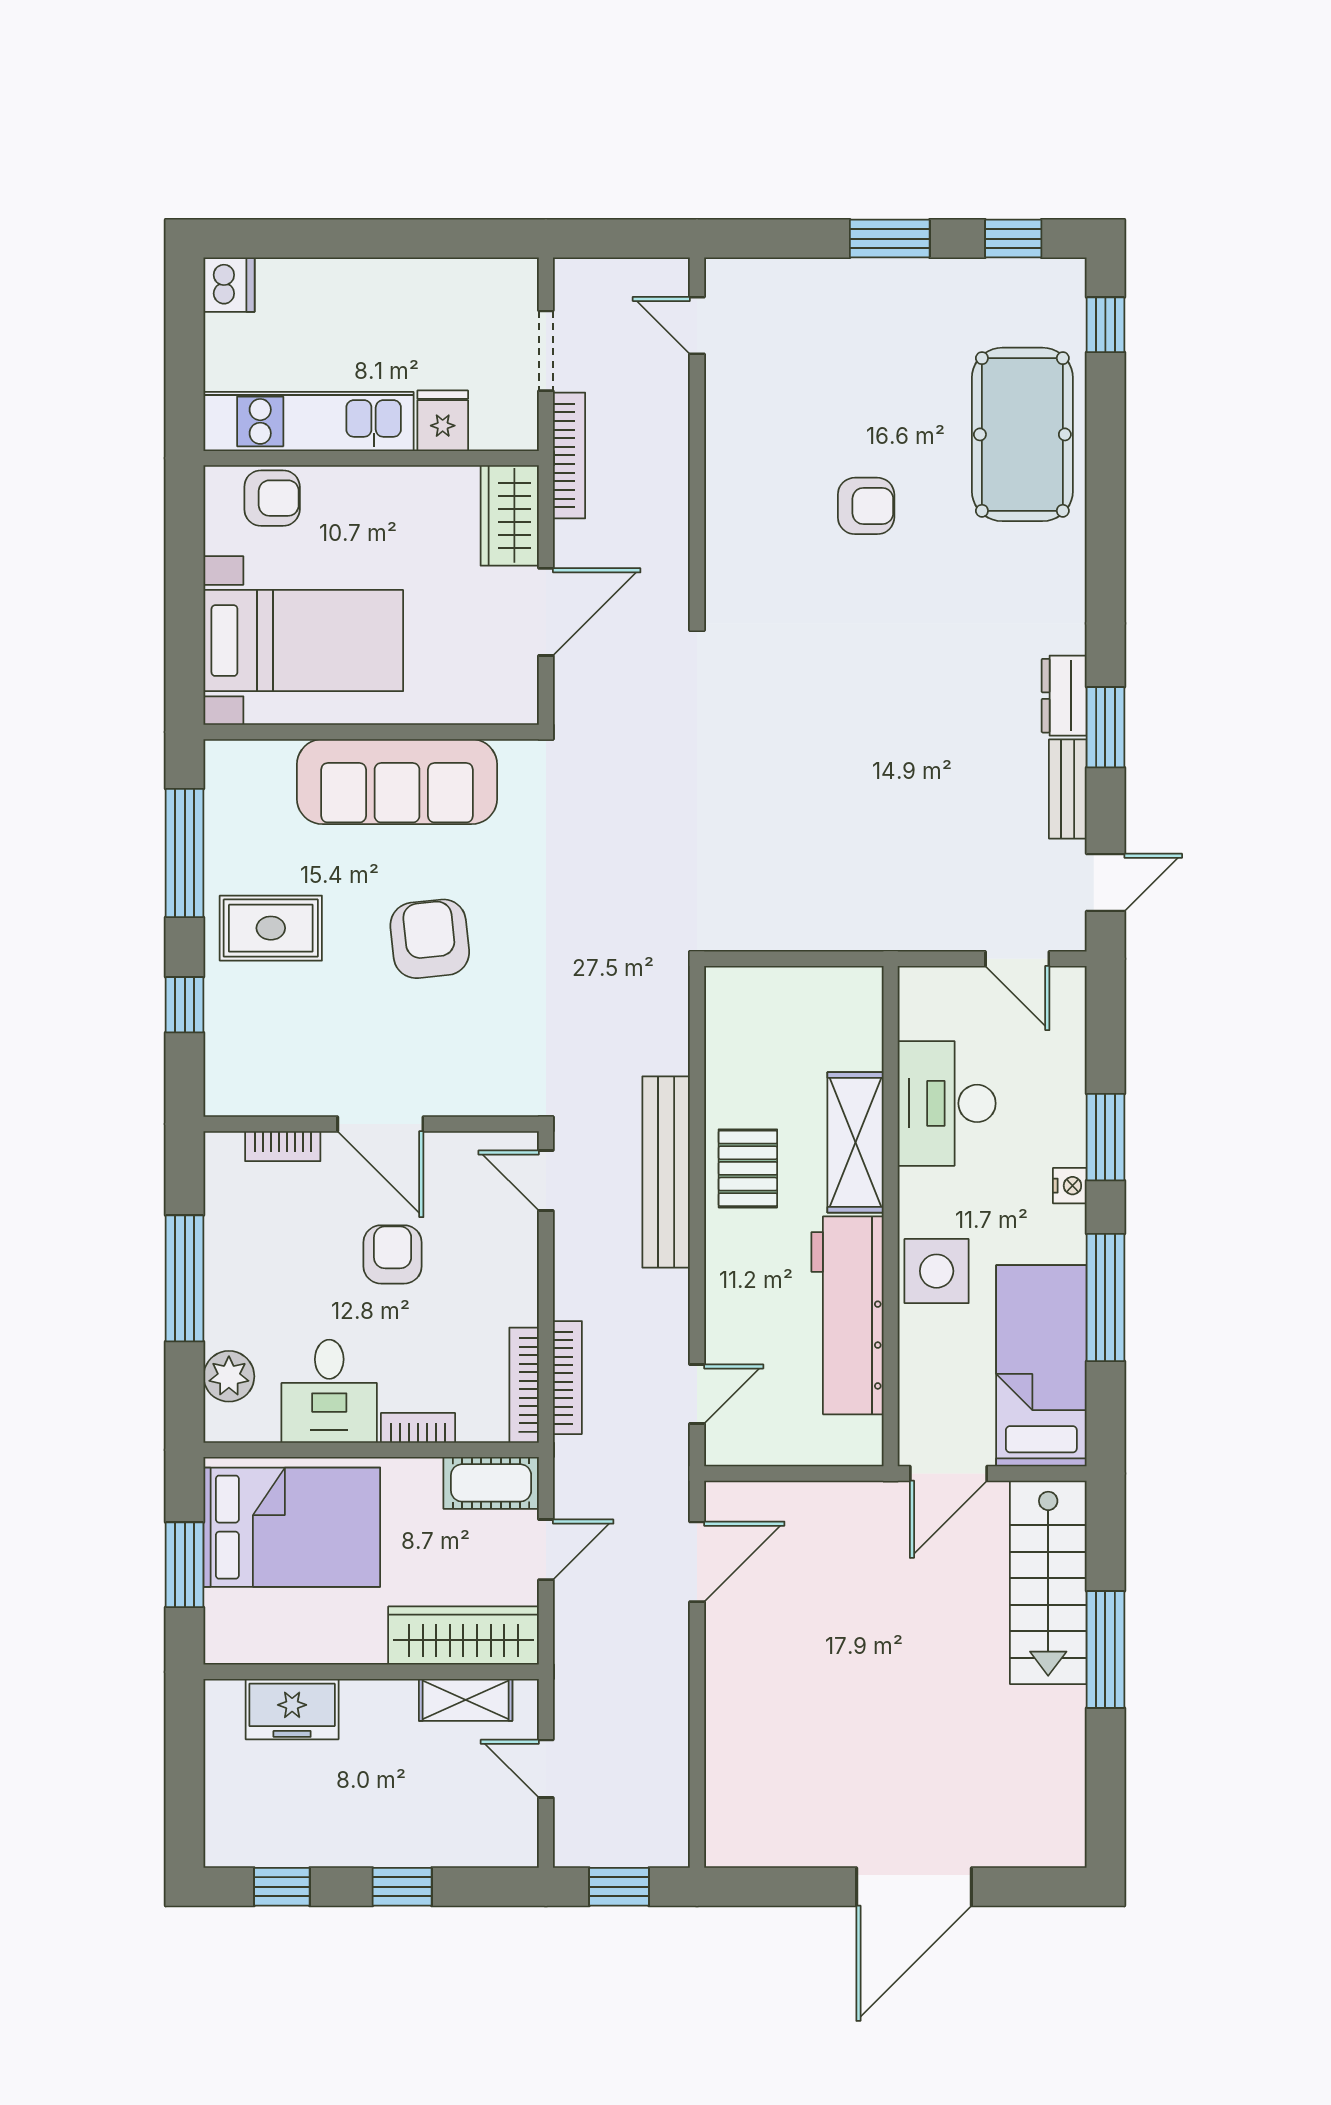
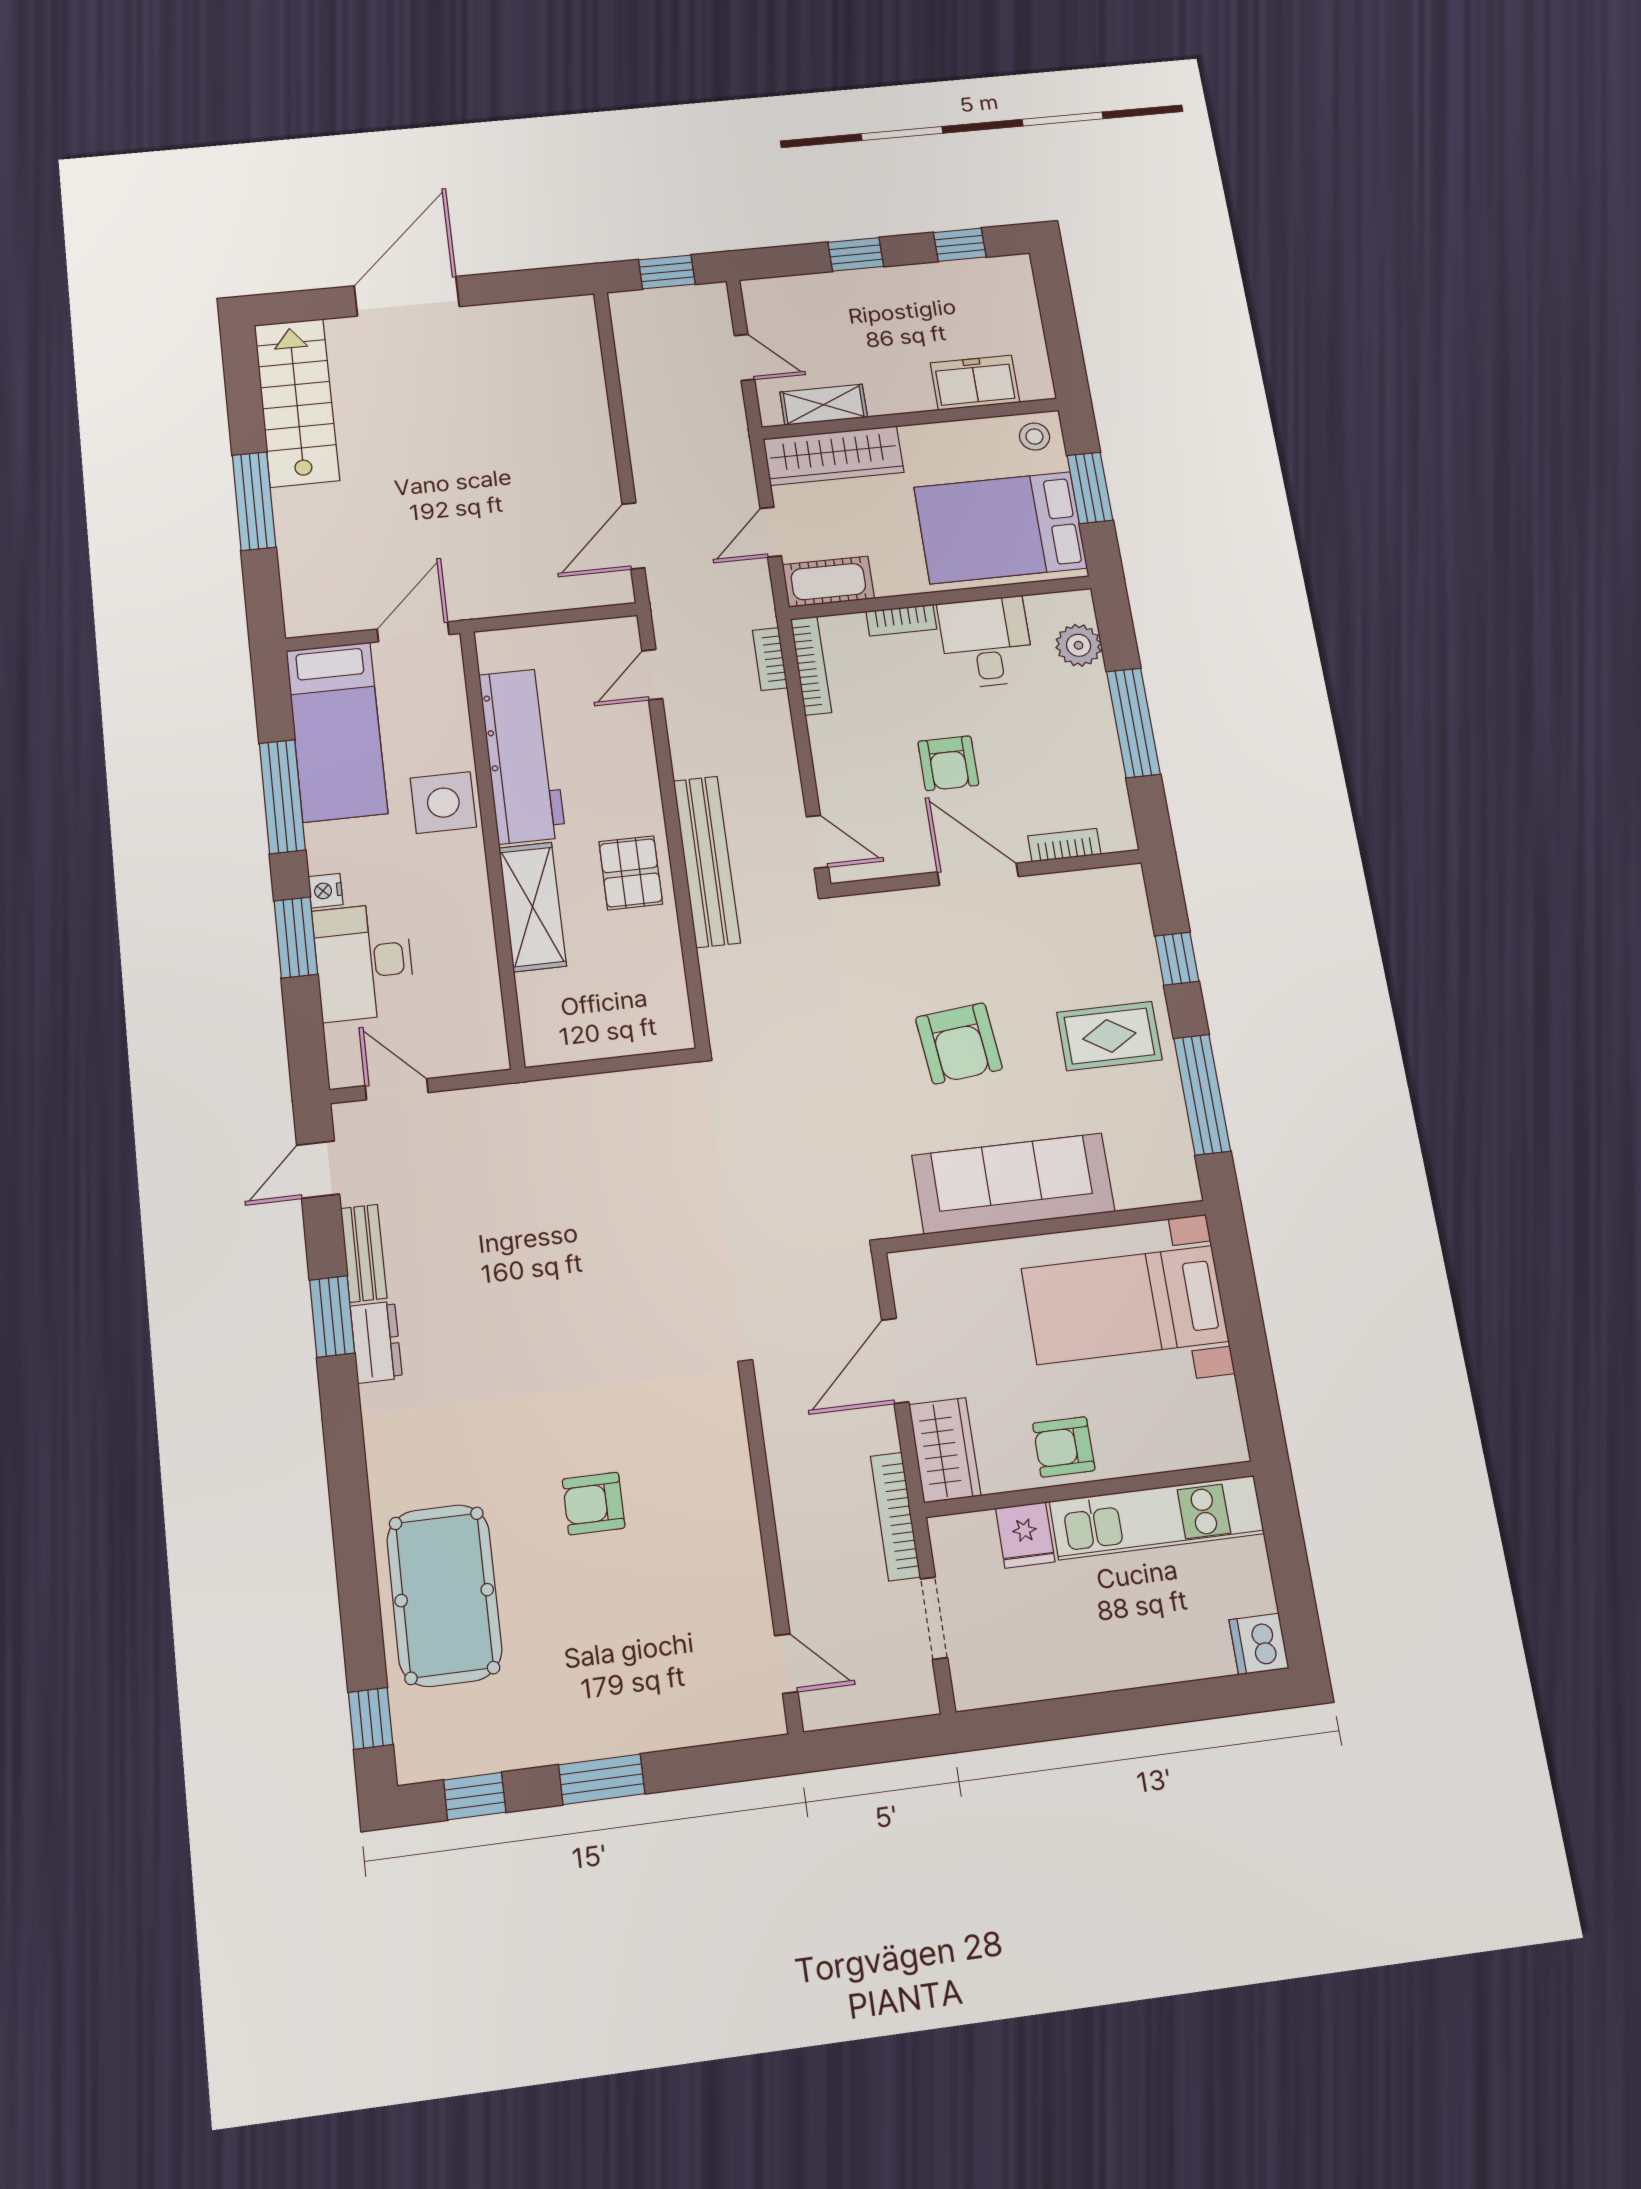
armchair: (272, 498) -> (1064, 1447), moved
desk: (947, 1103) -> (364, 962), moved, turned 180
bookcase: (567, 1378) -> (770, 659), width x0.64
stairs: (1048, 1582) -> (297, 402), moved
stool: (236, 1635) -> (1034, 437), added

